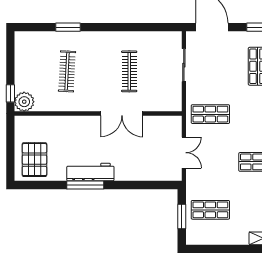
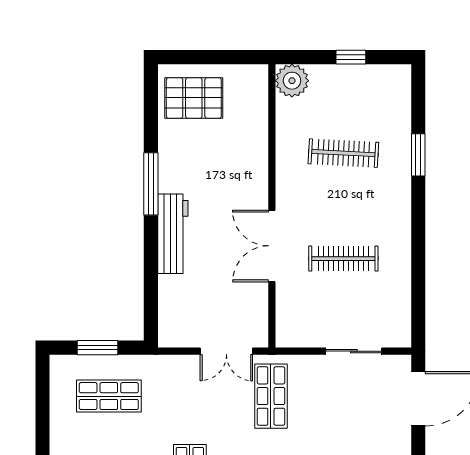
window: (10, 93) -> (351, 57), moved
double door: (184, 153) -> (226, 351), moved
workbench: (90, 172) -> (173, 234), moved
shop shelf: (210, 210) -> (109, 396), turned 90

